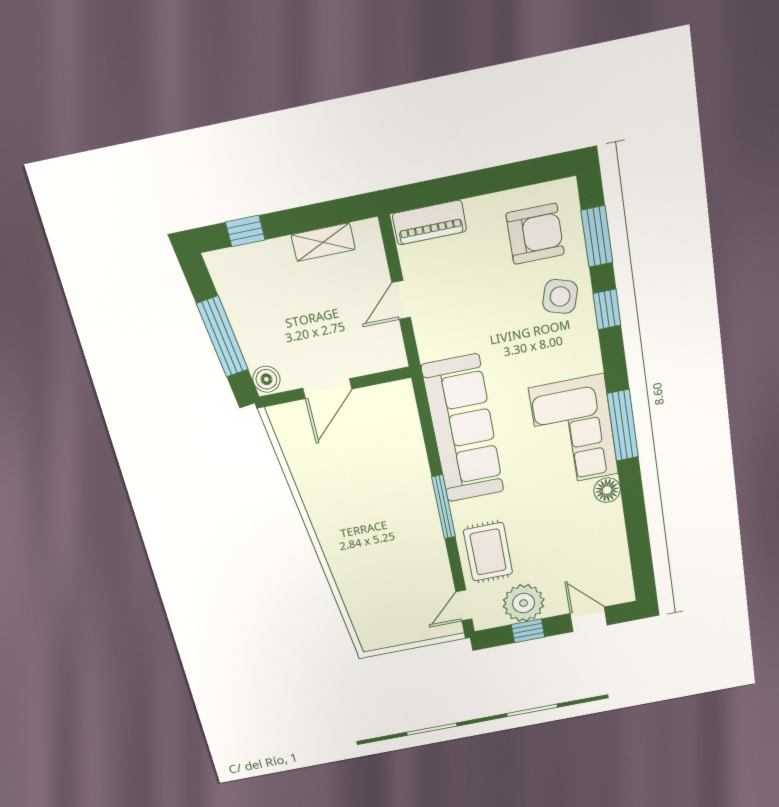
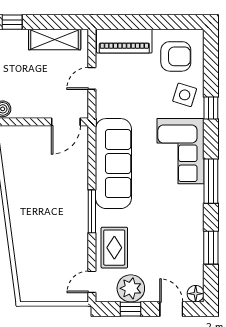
piano: (430, 223) -> (124, 41), width x1.37, depth x1.33
window: (597, 236) -> (211, 248), moved
shelving: (323, 242) -> (55, 40), width x1.50, depth x1.33
door: (327, 389) -> (66, 122), moved
corner sofa: (574, 431) -> (181, 151), moved
floor lamp: (607, 490) -> (196, 294), moved

